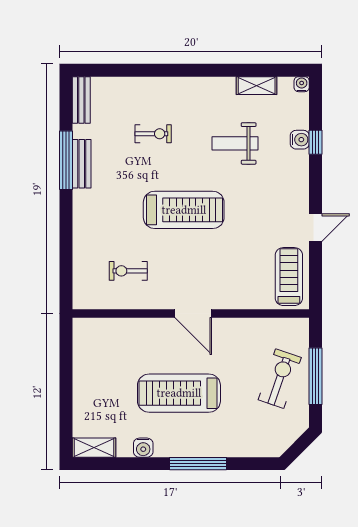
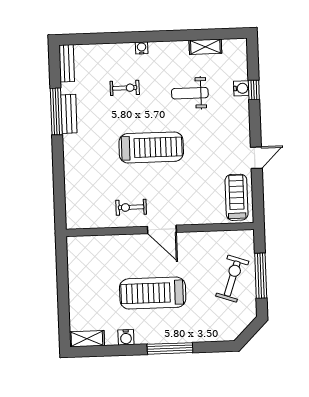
water cooler: (302, 84) -> (142, 48), moved
exercise bike: (128, 271) -> (131, 207), moved

